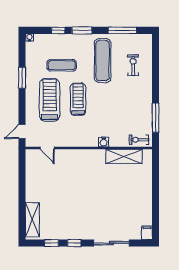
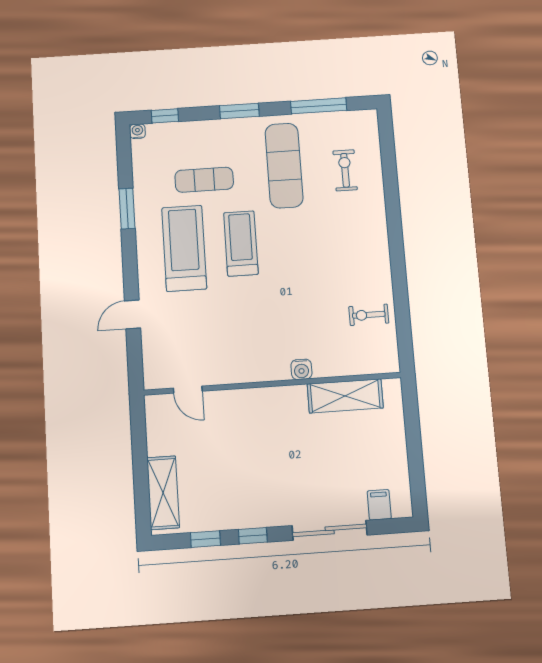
window: (58, 30) -> (165, 116), moved
window: (156, 118) -> (398, 269), removed
water cooler: (104, 142) -> (301, 369), moved
door: (47, 148) -> (188, 390), moved
wall: (89, 148) -> (272, 384), moved
shelving: (124, 156) -> (345, 396), moved
filing cabinet: (147, 233) -> (379, 505), moved

